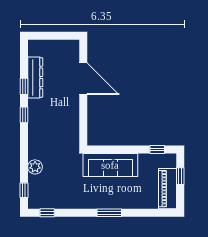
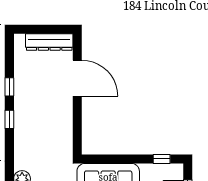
dresser: (35, 77) -> (49, 42), moved, turned 90

